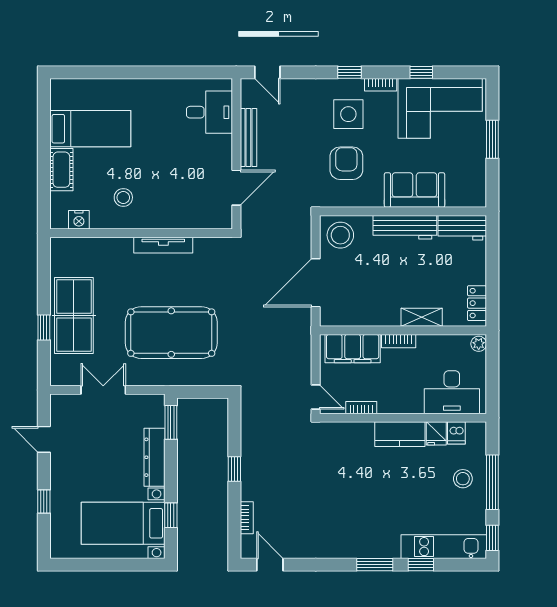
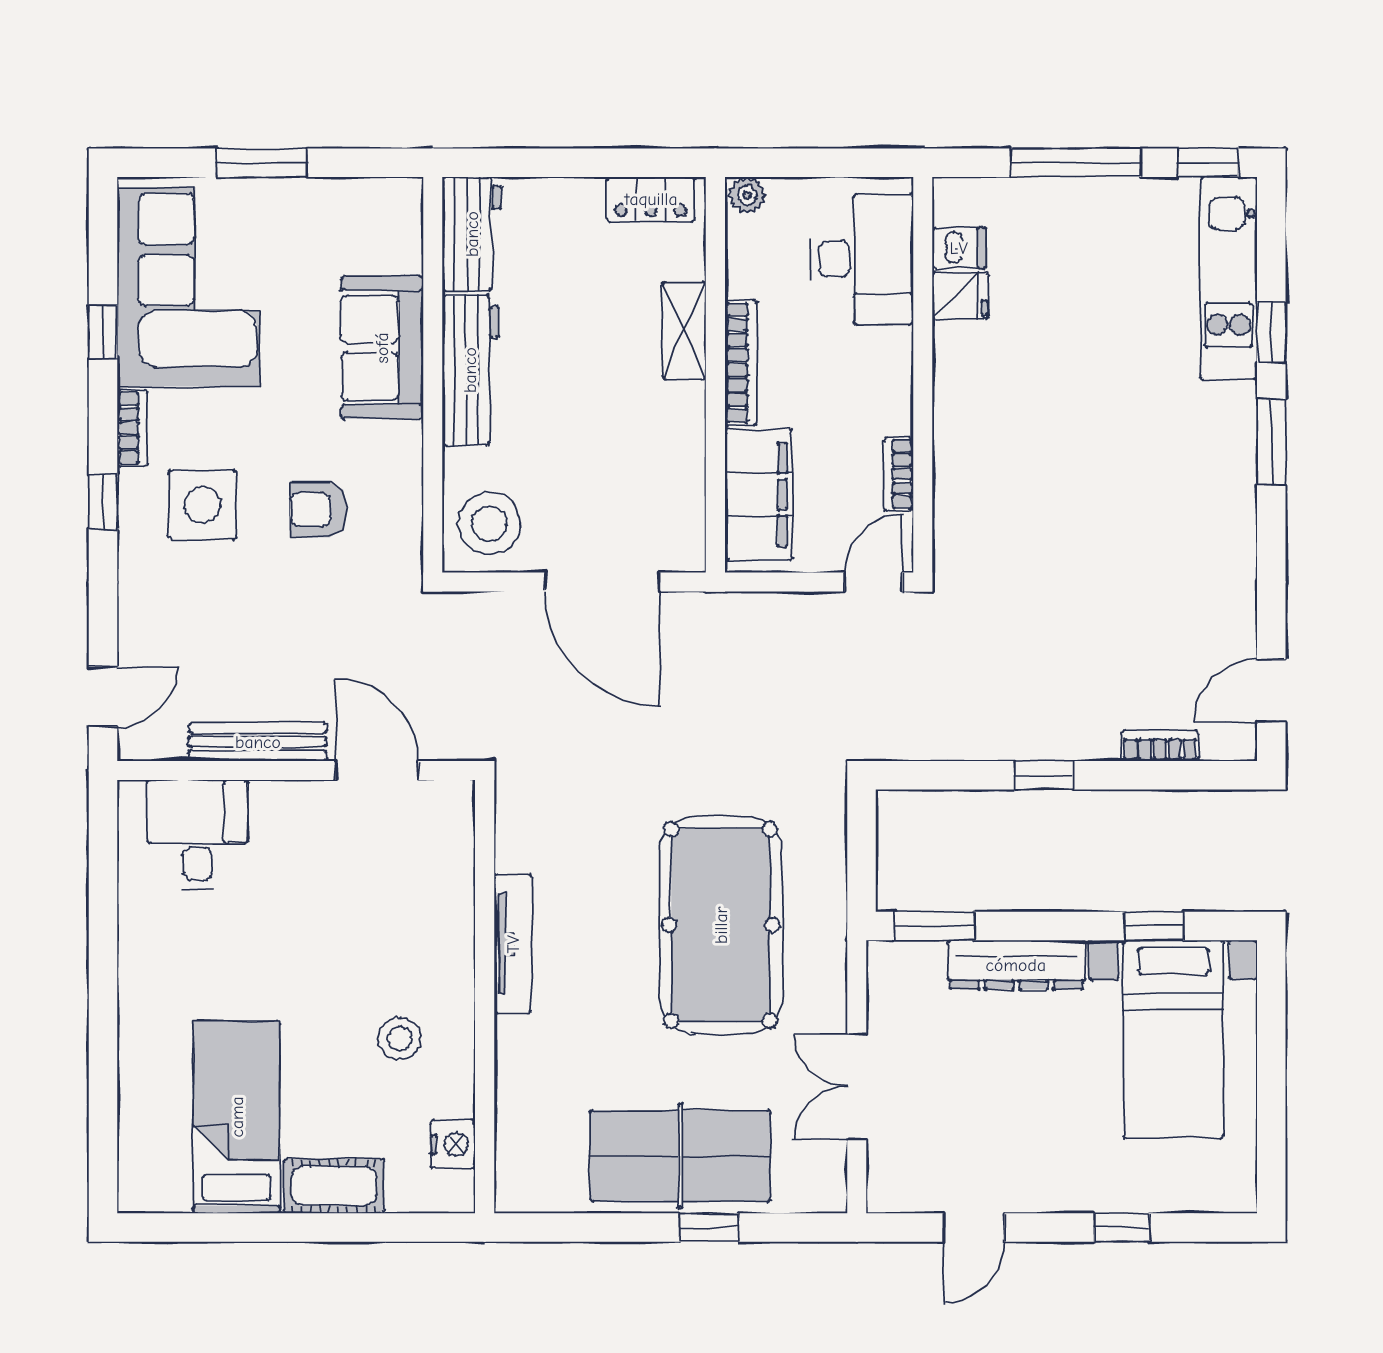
armchair: (346, 163) -> (318, 509), width x0.72, depth x0.72
bookcase: (399, 341) -> (741, 363), width x1.56
kitchen counter: (400, 434) -> (962, 382), removed
stool: (463, 479) -> (1067, 233), removed

